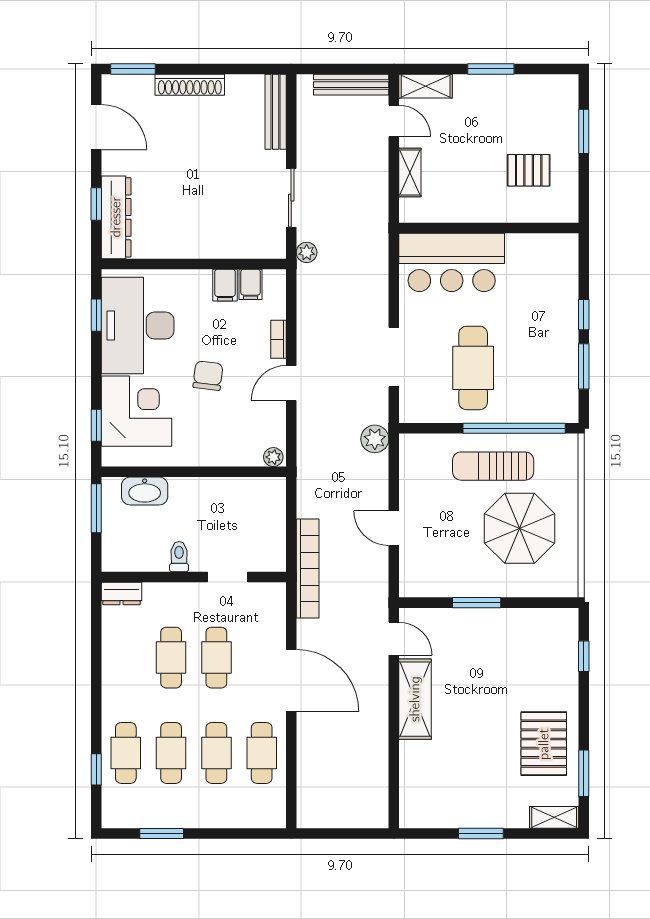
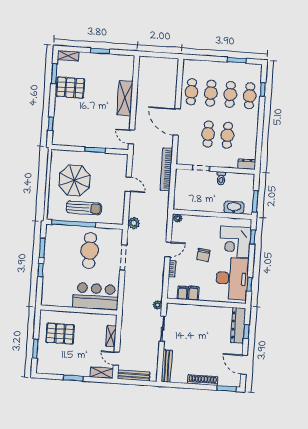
pallet: (529, 170) -> (60, 334), width x1.50, depth x1.42
shelving: (415, 699) -> (125, 98), moved
pallet: (544, 744) -> (70, 88), turned 90

